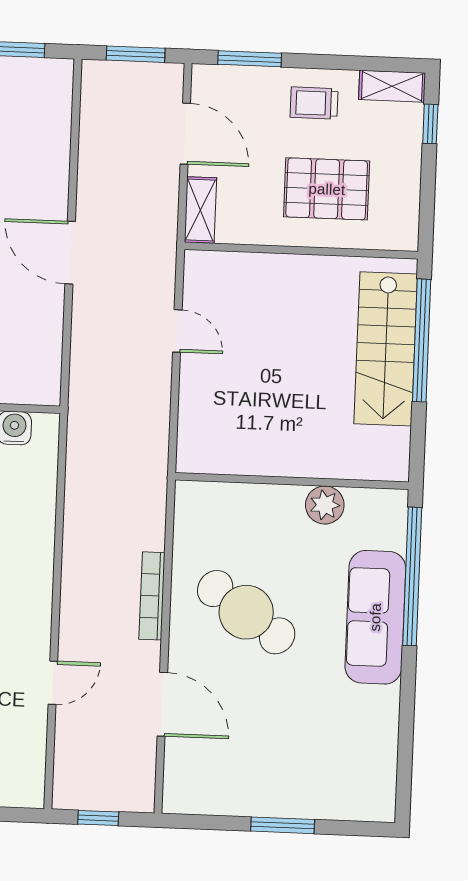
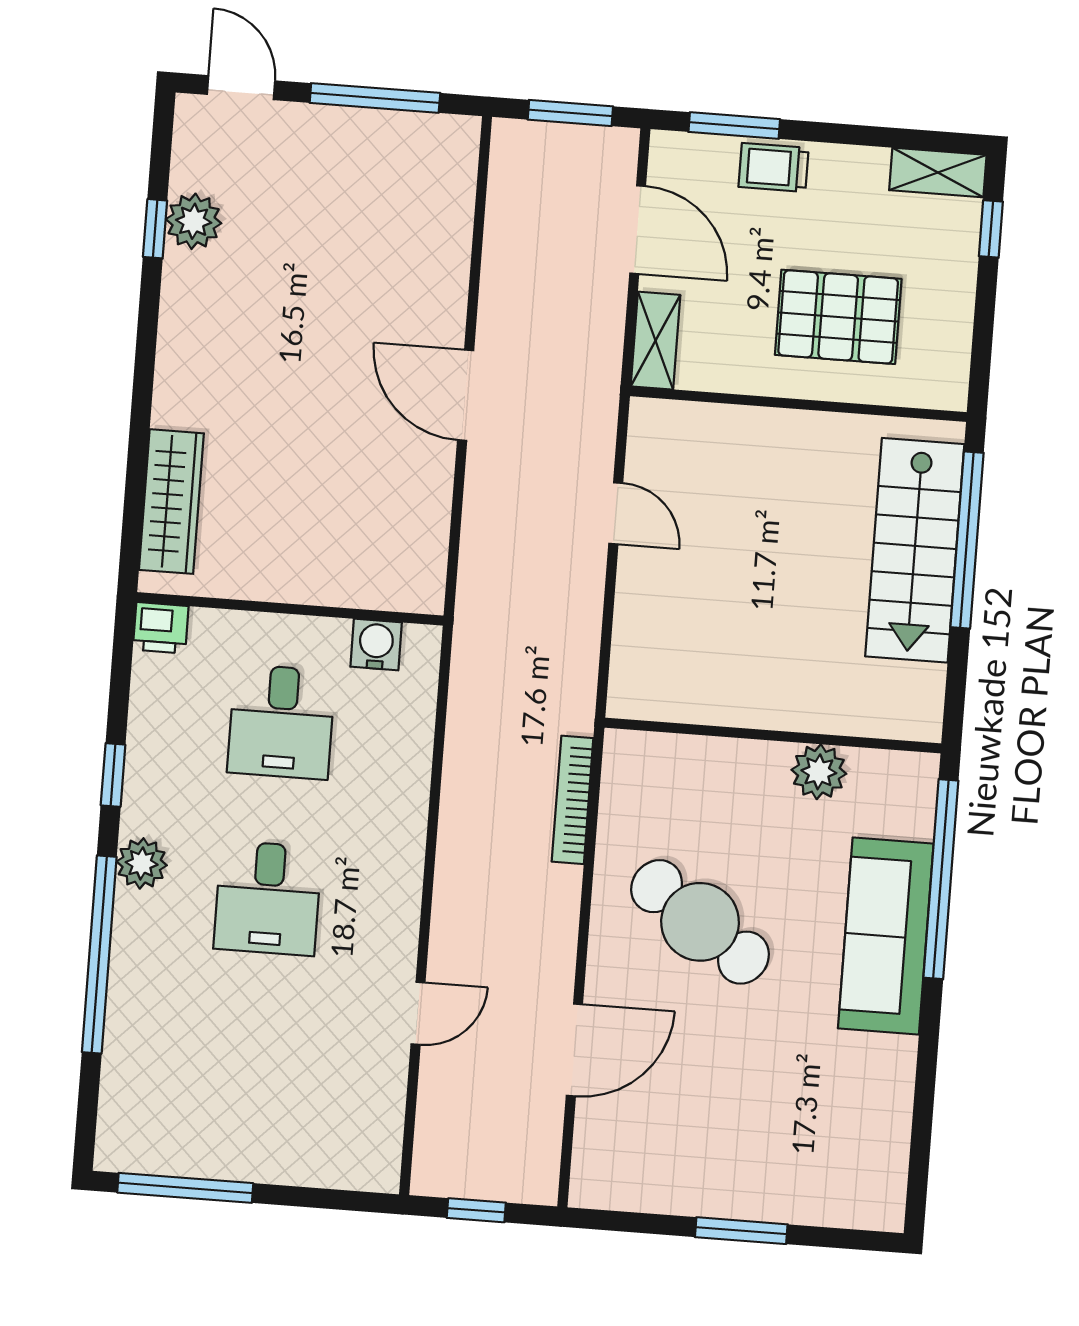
trolley: (314, 103) -> (774, 167), moved
bookcase: (152, 596) -> (573, 800), moved
door: (162, 704) -> (574, 1050), hinge flipped

